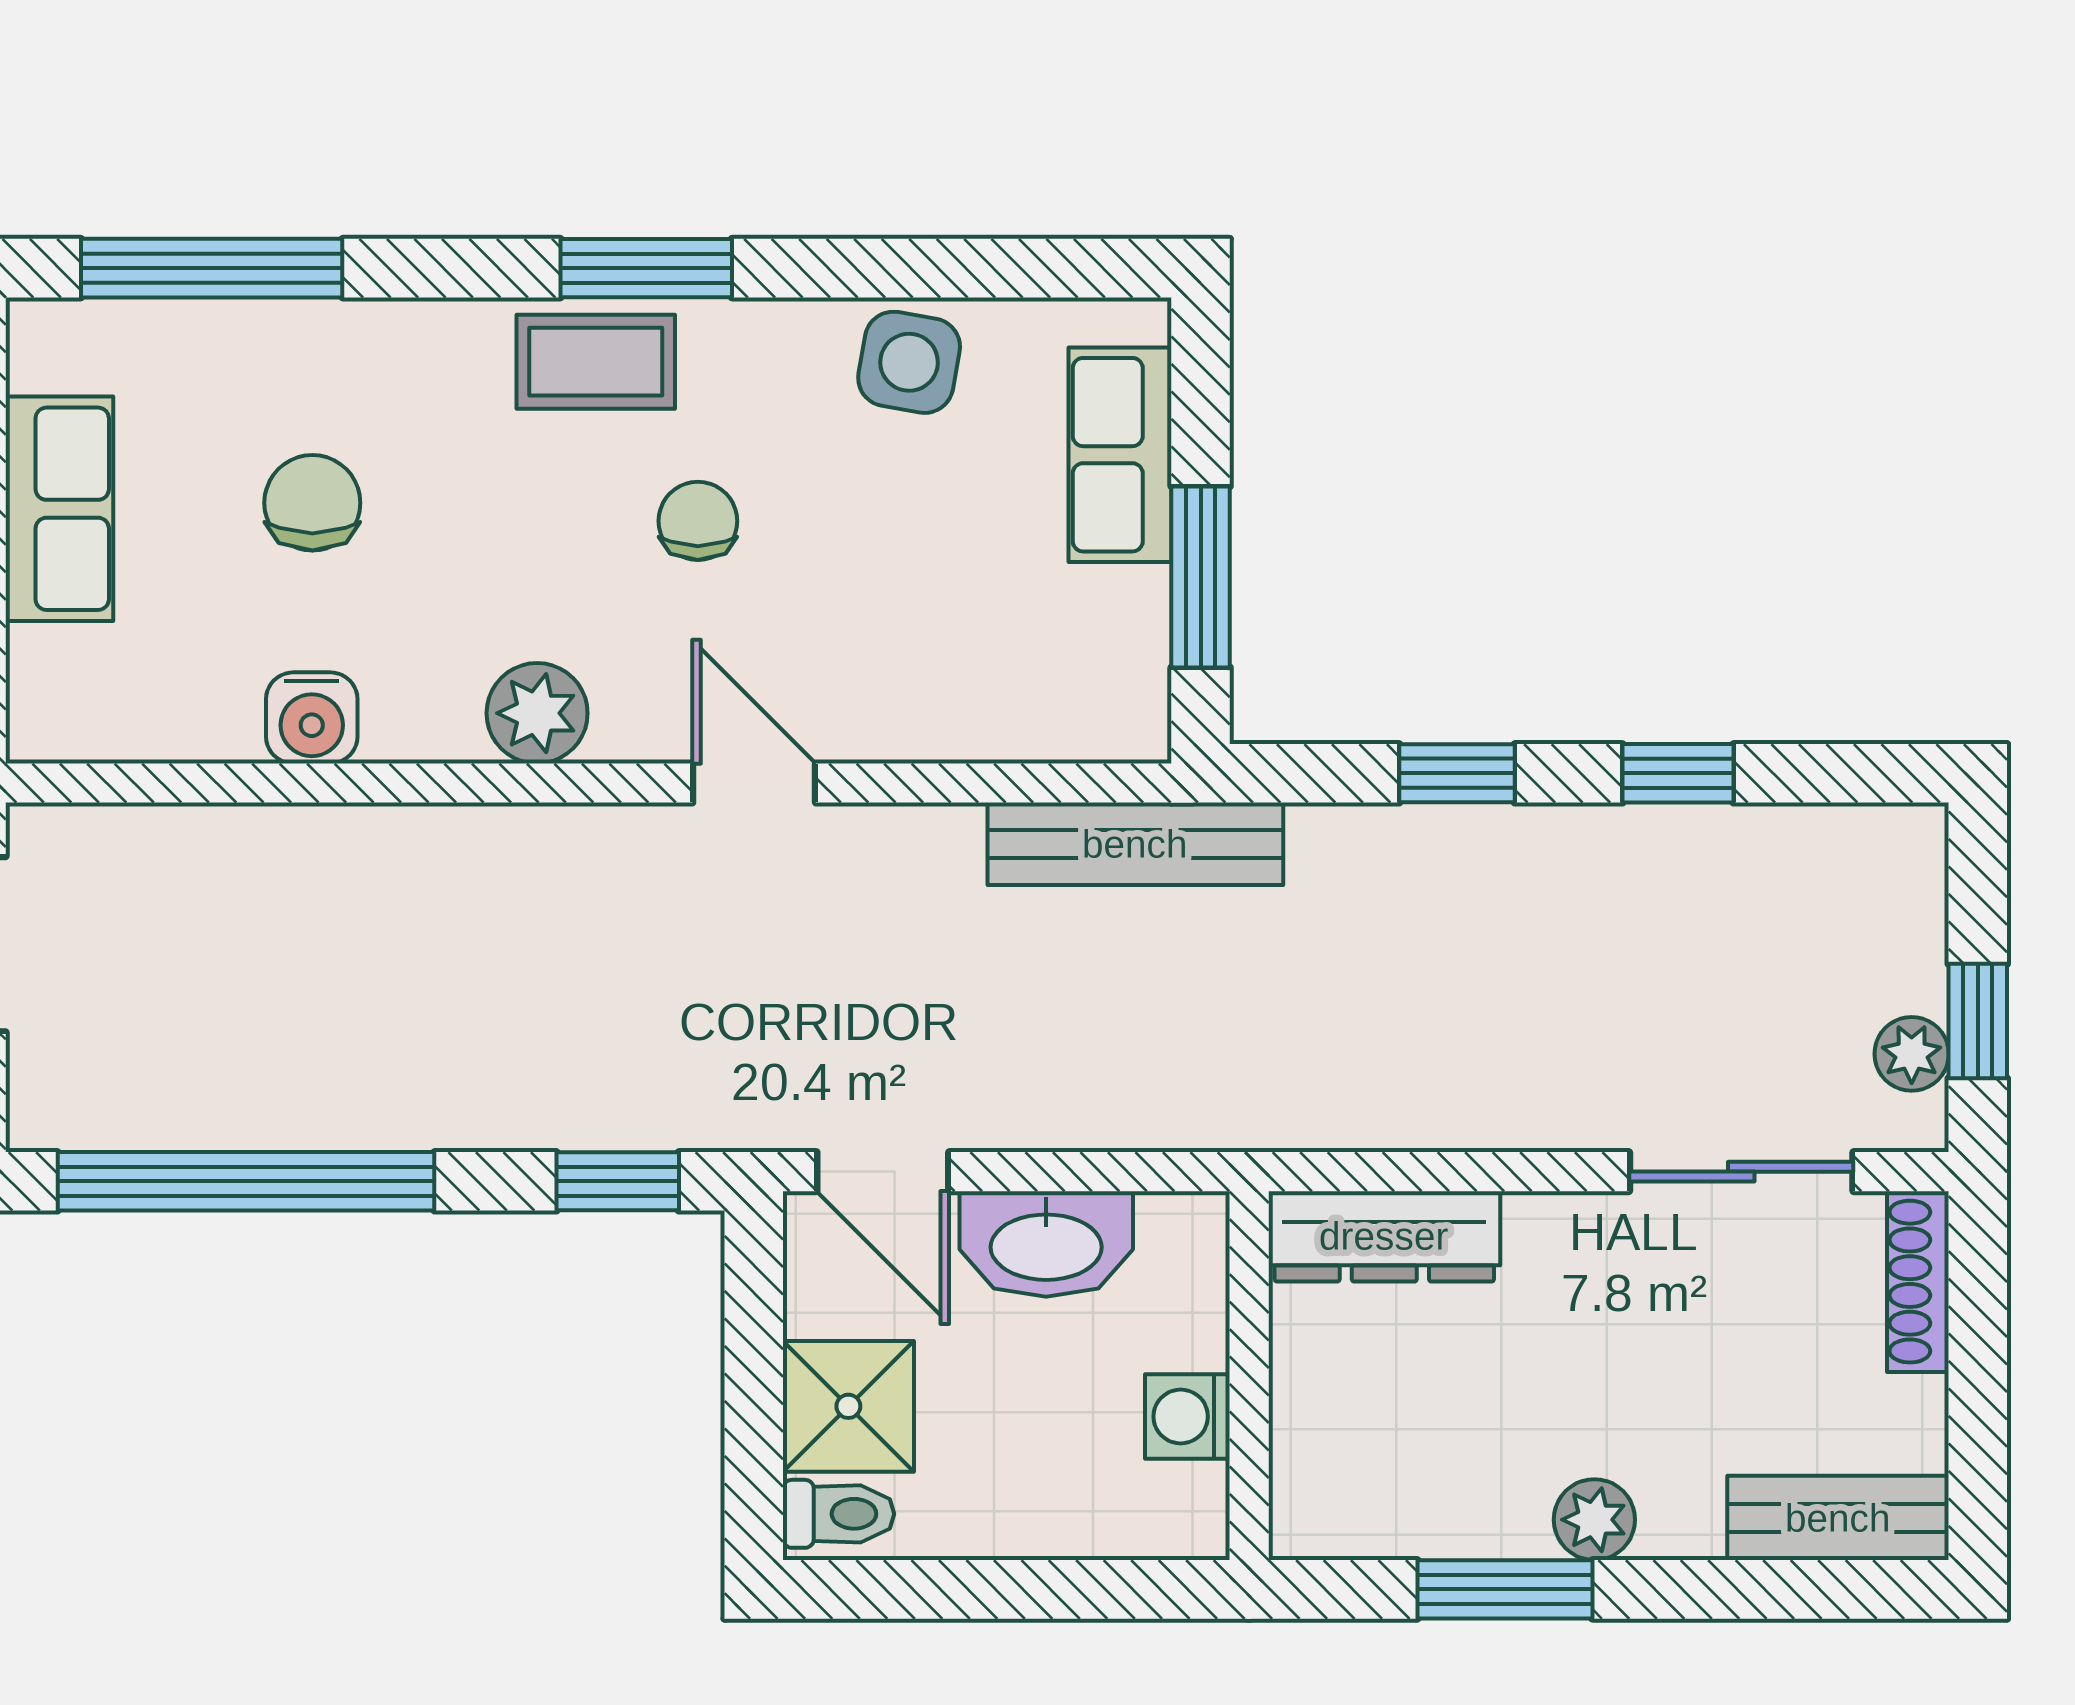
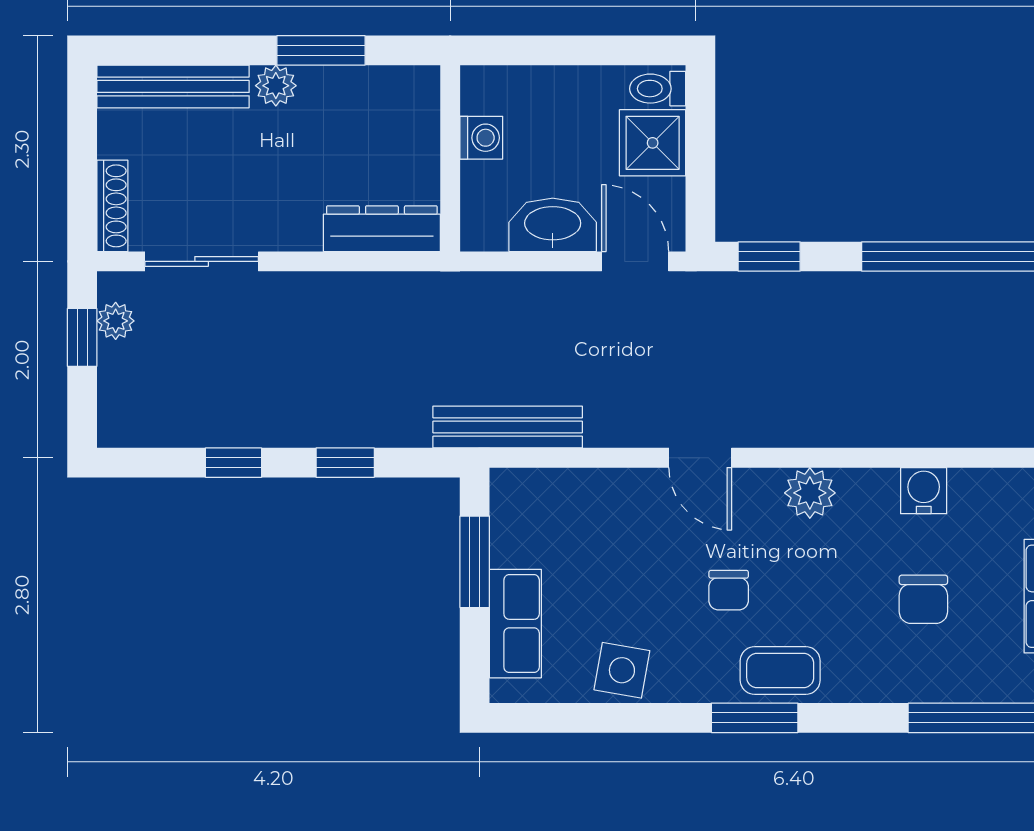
bench: (1838, 1518) -> (173, 86), width x1.36

